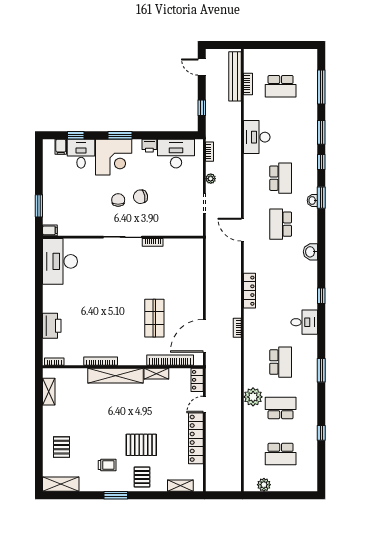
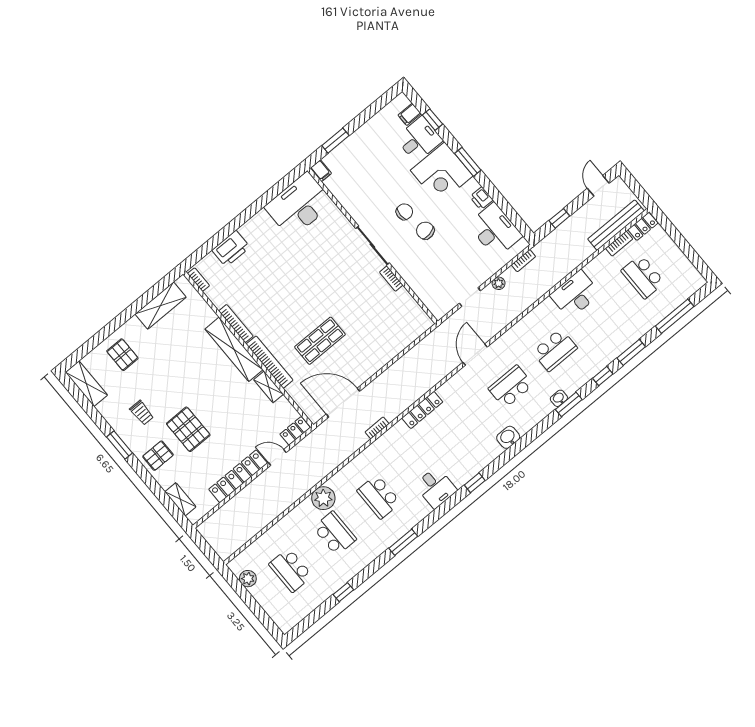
locker: (250, 60) -> (643, 226), added
bookcase: (170, 360) -> (270, 362), moved
school desk: (281, 362) -> (379, 497), turned 90
shelving: (49, 392) -> (161, 306), width x1.50, depth x1.33
pallet: (61, 447) -> (122, 355), turned 90

